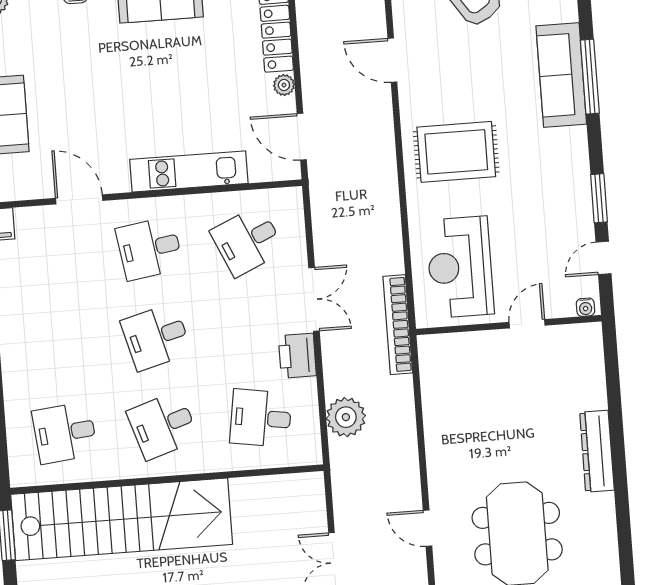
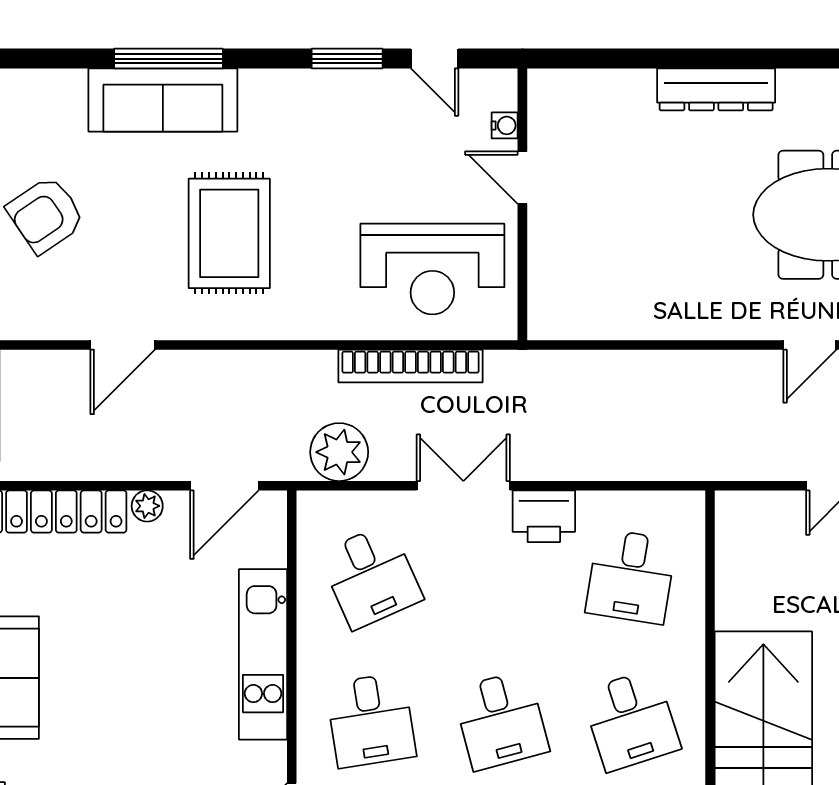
rug: (456, 152) -> (229, 233), moved
water cooler: (586, 307) -> (505, 125), moved
bookcase: (398, 325) -> (410, 366), moved
plant: (346, 417) -> (339, 452), moved

